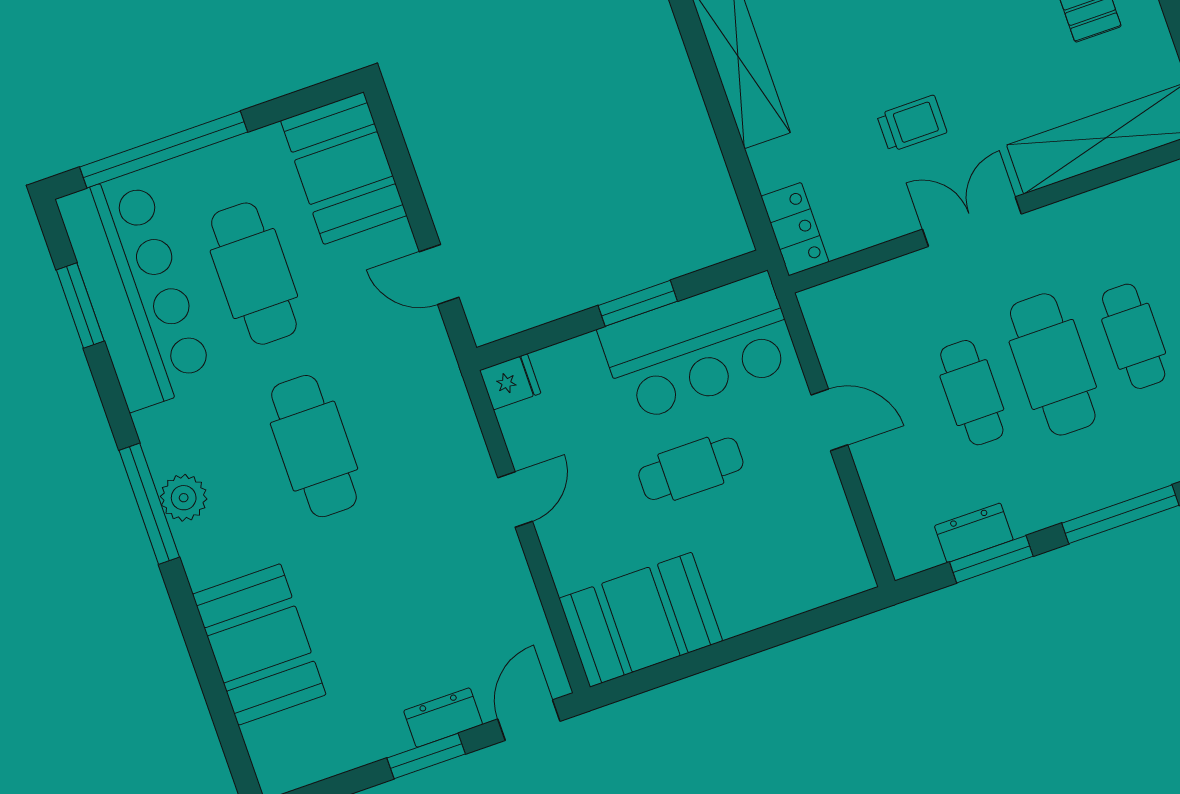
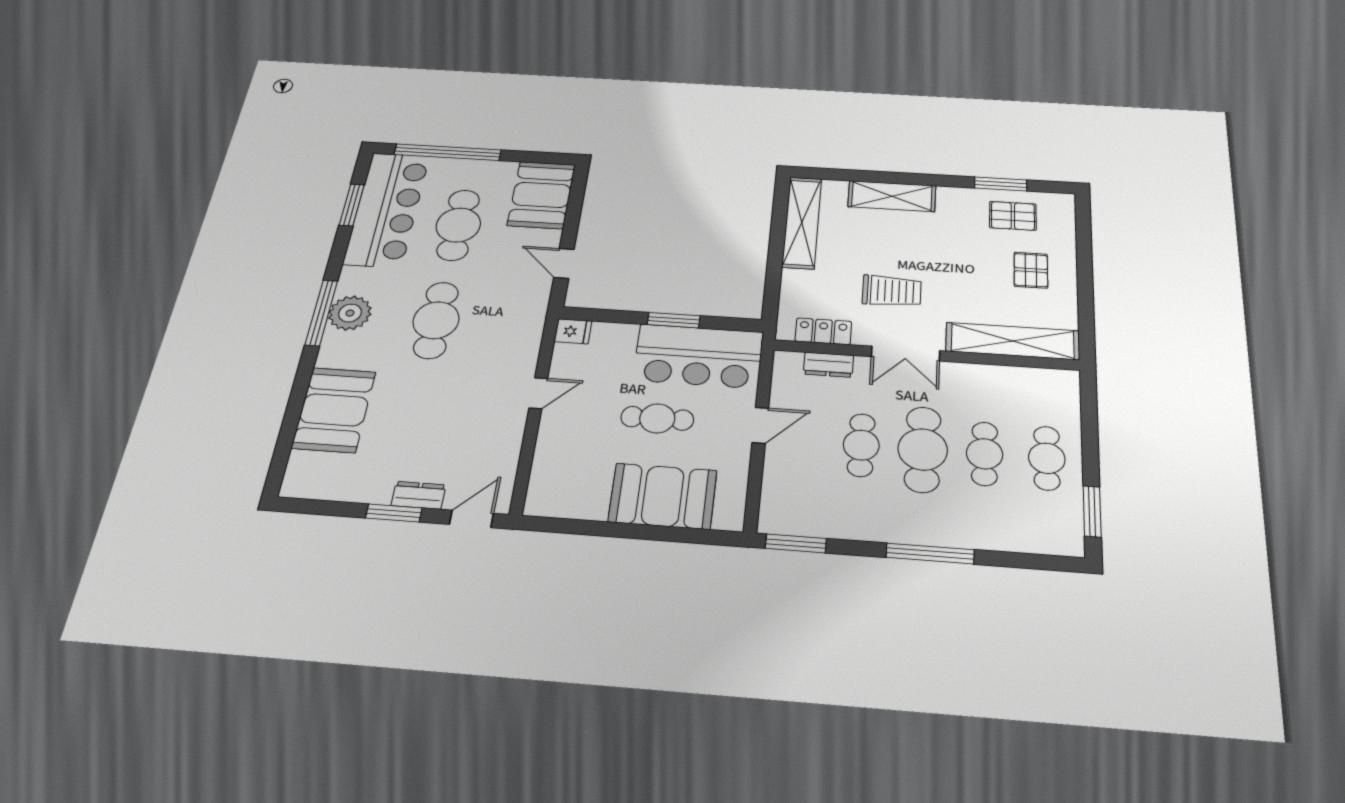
trolley: (912, 124) -> (892, 291), width x1.36, depth x1.39
double door: (972, 222) -> (906, 354), swing flipped
locker: (795, 229) -> (823, 331), moved, turned -90
door: (829, 420) -> (760, 425), hinge flipped
plant: (184, 498) -> (350, 313), width x1.36, depth x1.36
dresser: (974, 533) -> (828, 365), moved, turned 180
window: (991, 559) -> (796, 543), moved
booth: (641, 620) -> (663, 496), moved

